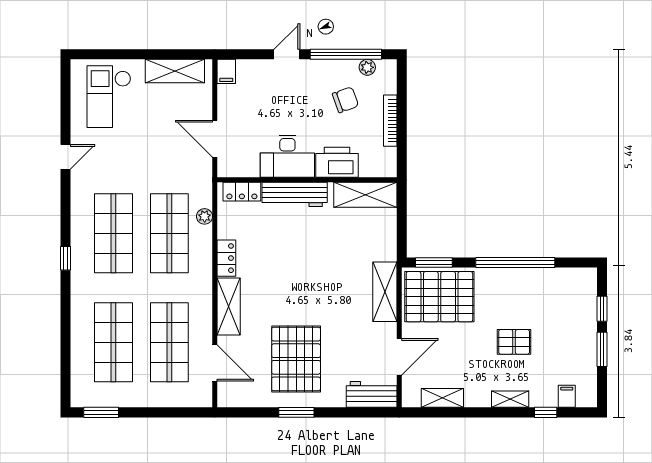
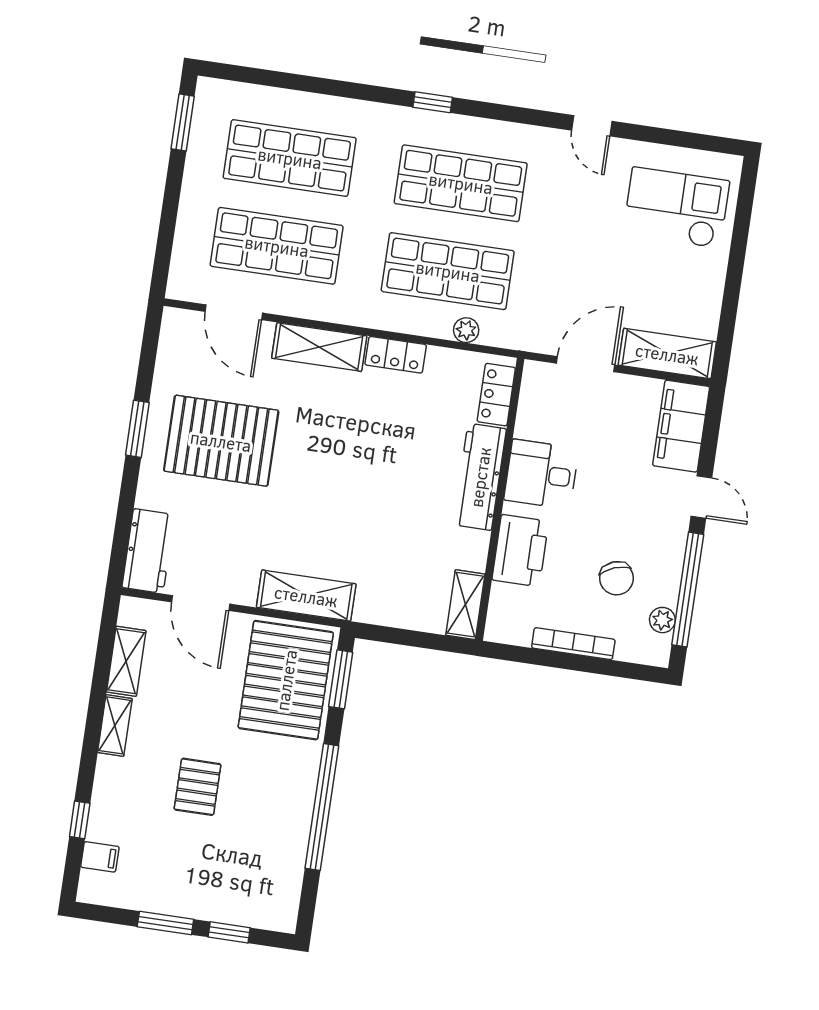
shelving: (175, 71) -> (667, 354), moved, turned 90
filing cabinet: (226, 71) -> (681, 426), width x3.00, depth x1.17
desk: (287, 156) -> (541, 474), width x0.73
shelving: (365, 195) -> (465, 605), width x0.67, depth x0.75
door: (215, 363) -> (234, 312), hinge flipped
shelving: (510, 399) -> (115, 725), moved

